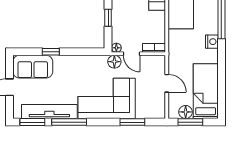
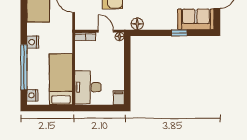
window: (108, 18) -> (127, 64), removed
floor lamp: (114, 62) -> (137, 24), moved

